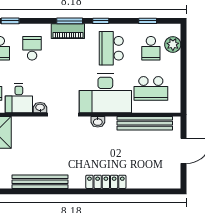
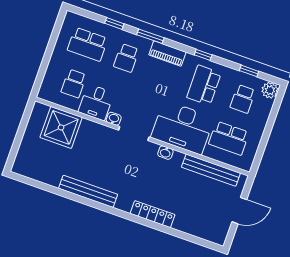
window: (70, 21) -> (150, 36), moved
plant: (173, 44) -> (270, 90), moved
school desk: (32, 48) -> (126, 58), turned 180

